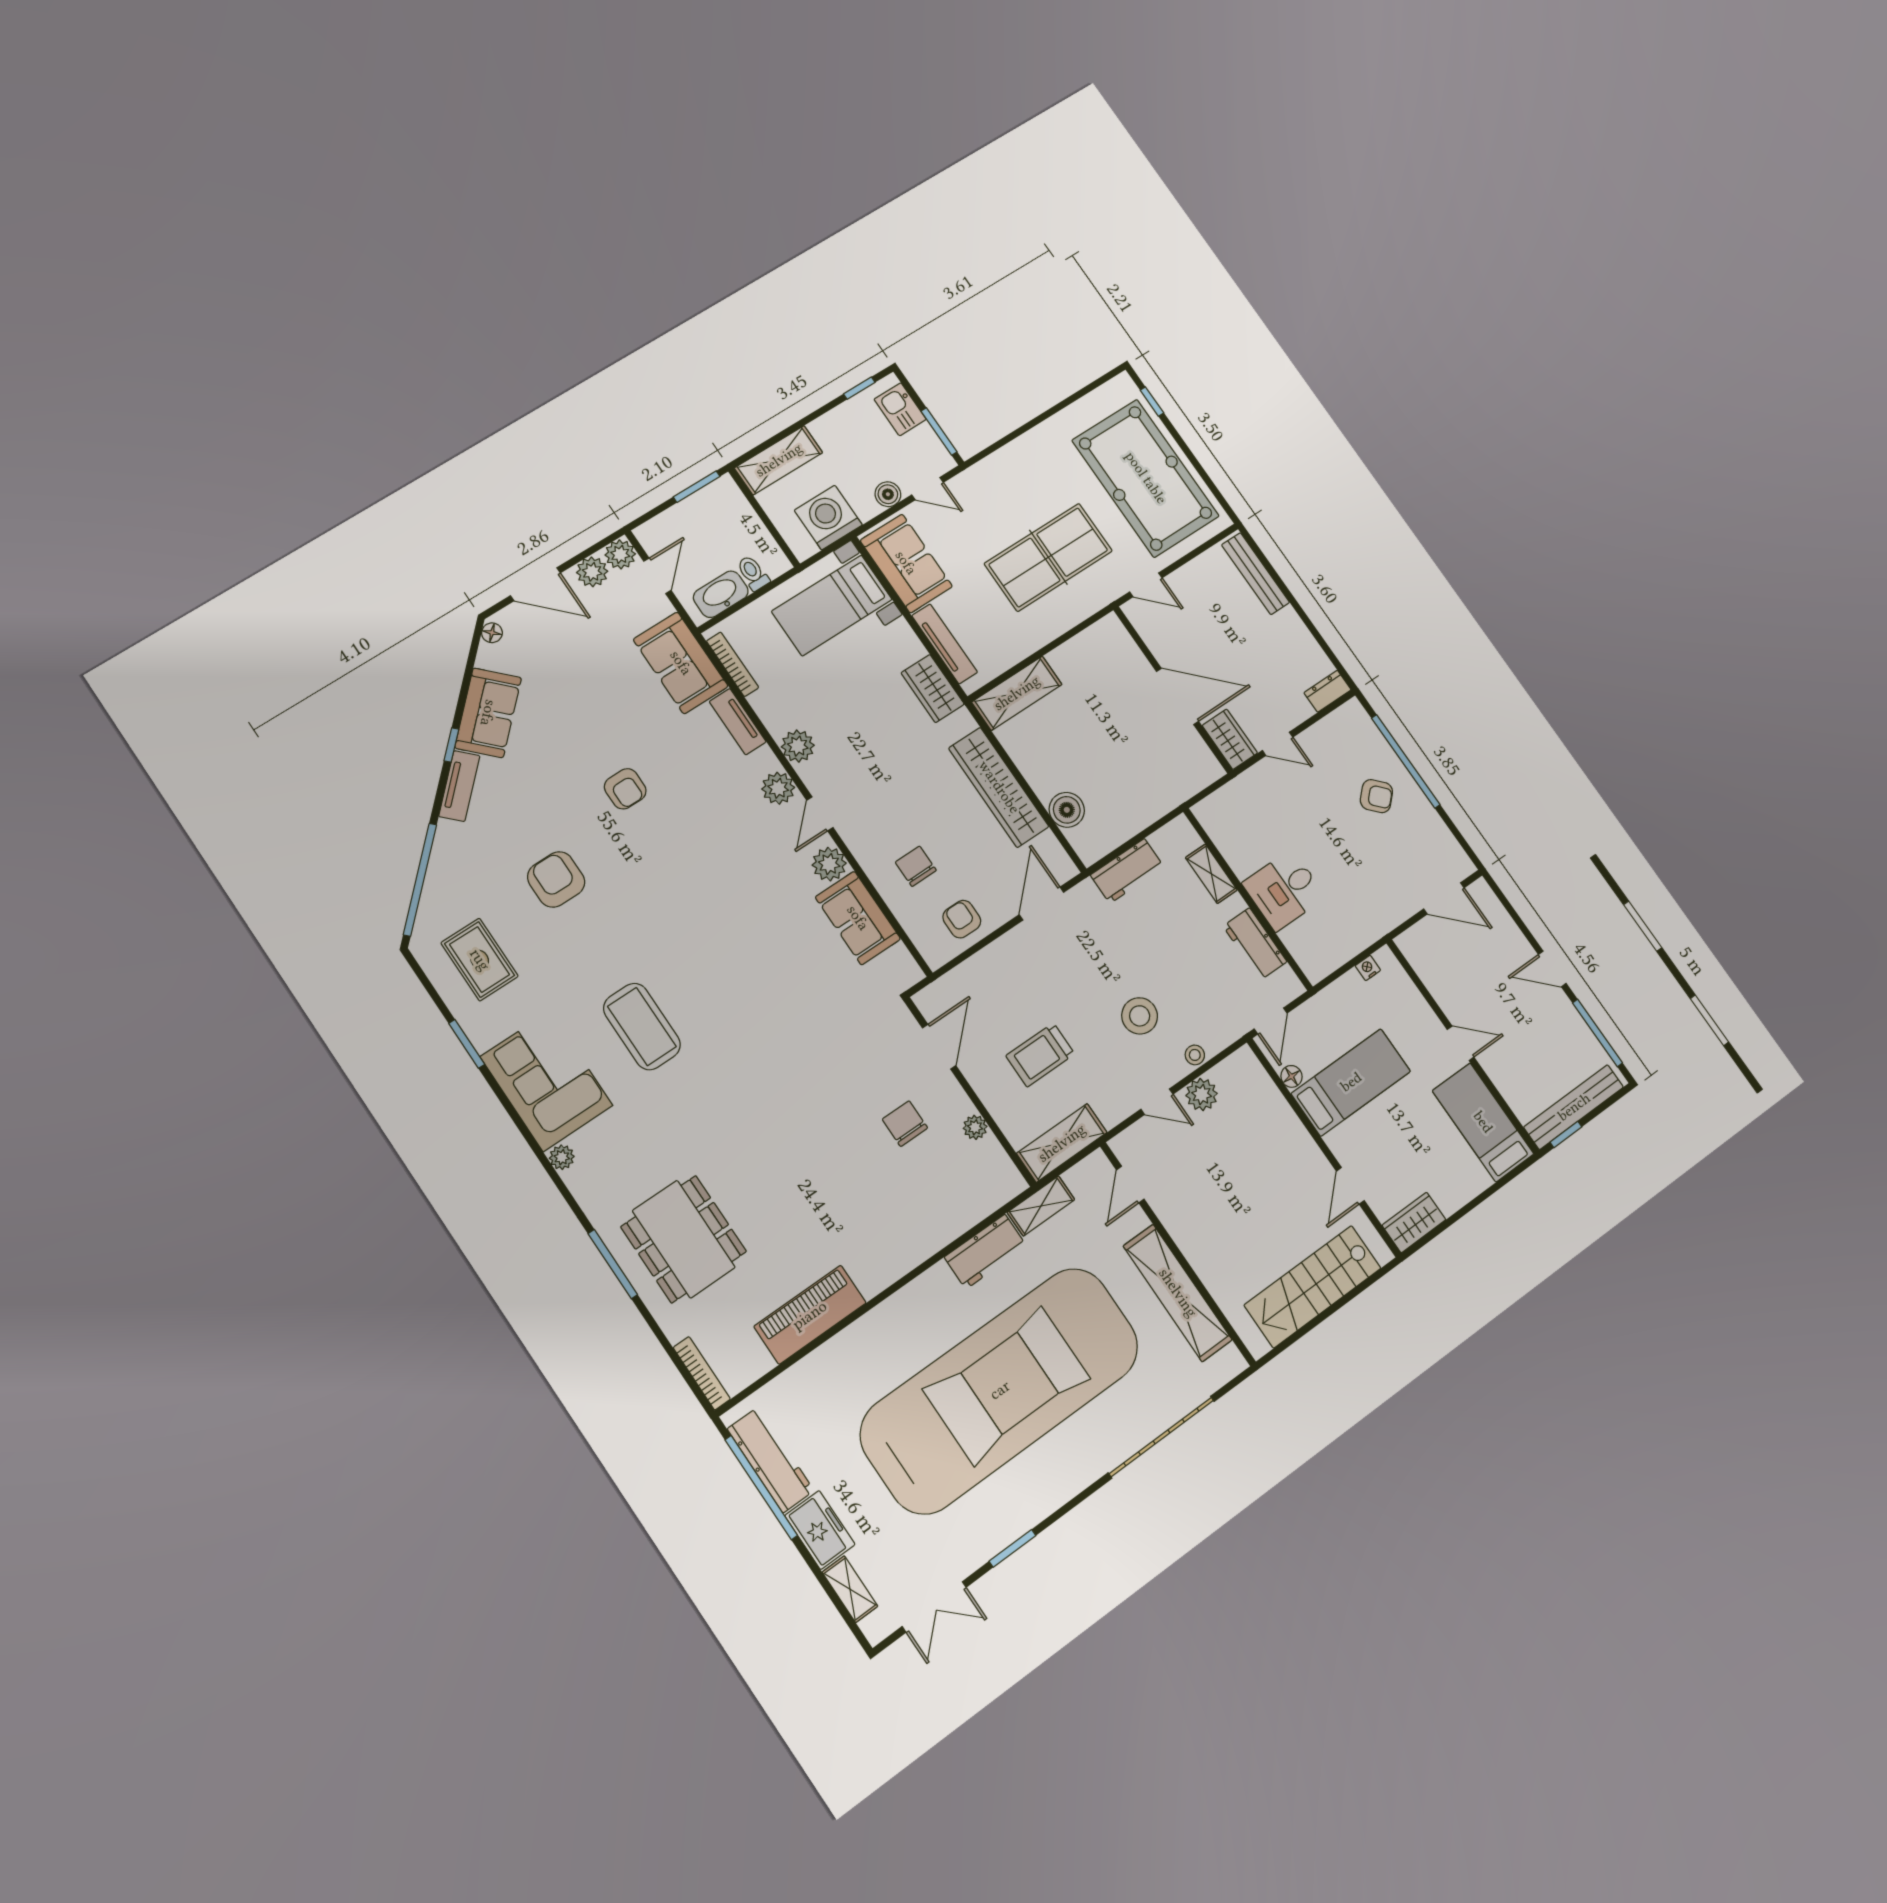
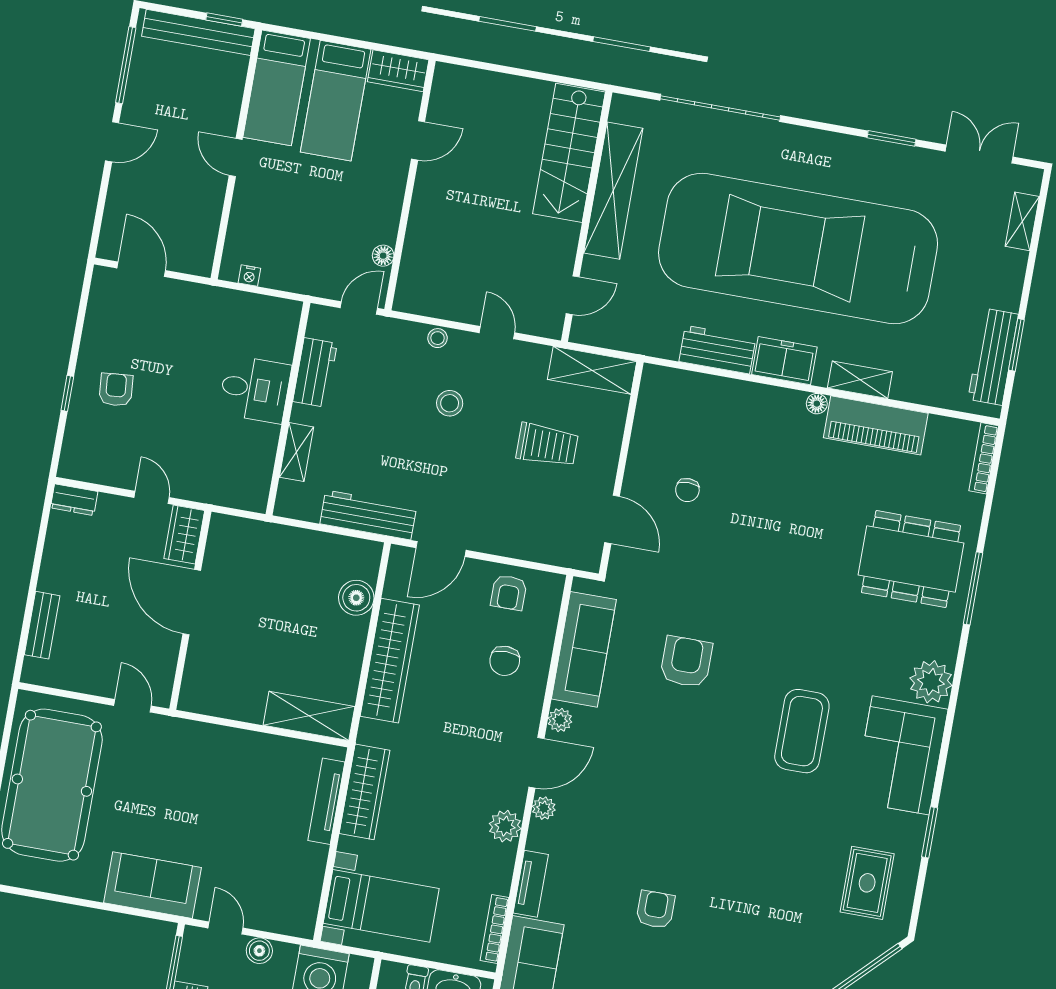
table tennis table: (1048, 557) -> (186, 794), removed
sofa: (906, 563) -> (152, 885), moved, turned 90
bench: (1255, 574) -> (42, 625), width x0.73
wardrobe: (933, 688) -> (365, 792), width x1.50
window: (1406, 761) -> (67, 393), width x0.32
plant: (778, 788) -> (544, 808), width x0.73, depth x0.73
armchair: (1376, 796) -> (116, 390), turned 39
door: (820, 814) -> (536, 763), width x1.38
plant: (829, 864) -> (560, 720), width x0.73, depth x0.73
workbench: (1127, 871) -> (368, 515), width x1.38
armchair: (556, 879) -> (686, 662), moved, turned 180
sofa: (858, 918) -> (584, 649), width x1.36
door: (1552, 969) -> (112, 142), hinge flipped
stool: (1140, 1016) -> (450, 403), width x0.73, depth x0.73
door: (939, 1047) -> (612, 519), swing flipped
bed: (1351, 1082) -> (336, 101), moved, turned -90
plant: (1202, 1094) -> (460, 306), removed
chair: (905, 1124) -> (687, 490), width x0.73, depth x0.73
plant: (975, 1127) -> (642, 440), removed
plant: (562, 1157) -> (931, 682), width x1.87, depth x1.87
shelving: (1041, 1206) -> (860, 380), moved
dining table: (684, 1239) -> (911, 559), turned 90
floor lamp: (871, 1286) -> (817, 404), added
stairs: (1313, 1287) -> (569, 153), moved, turned 90
window: (761, 1488) -> (1016, 345), width x0.47
freezer: (820, 1530) -> (784, 361), moved, turned 90

